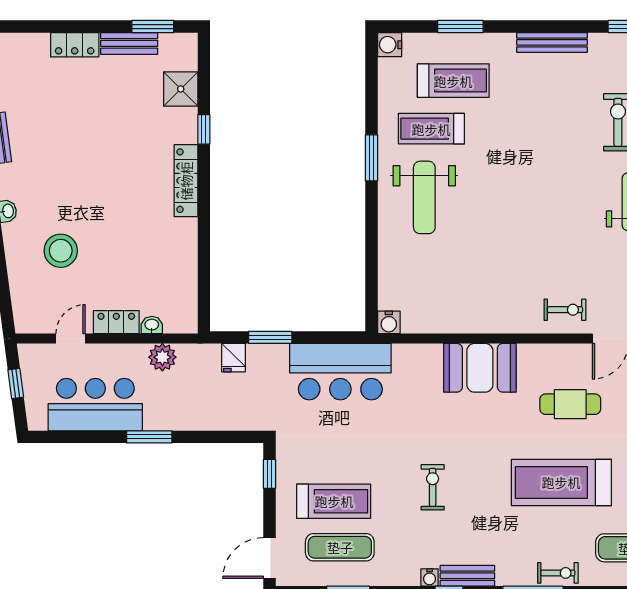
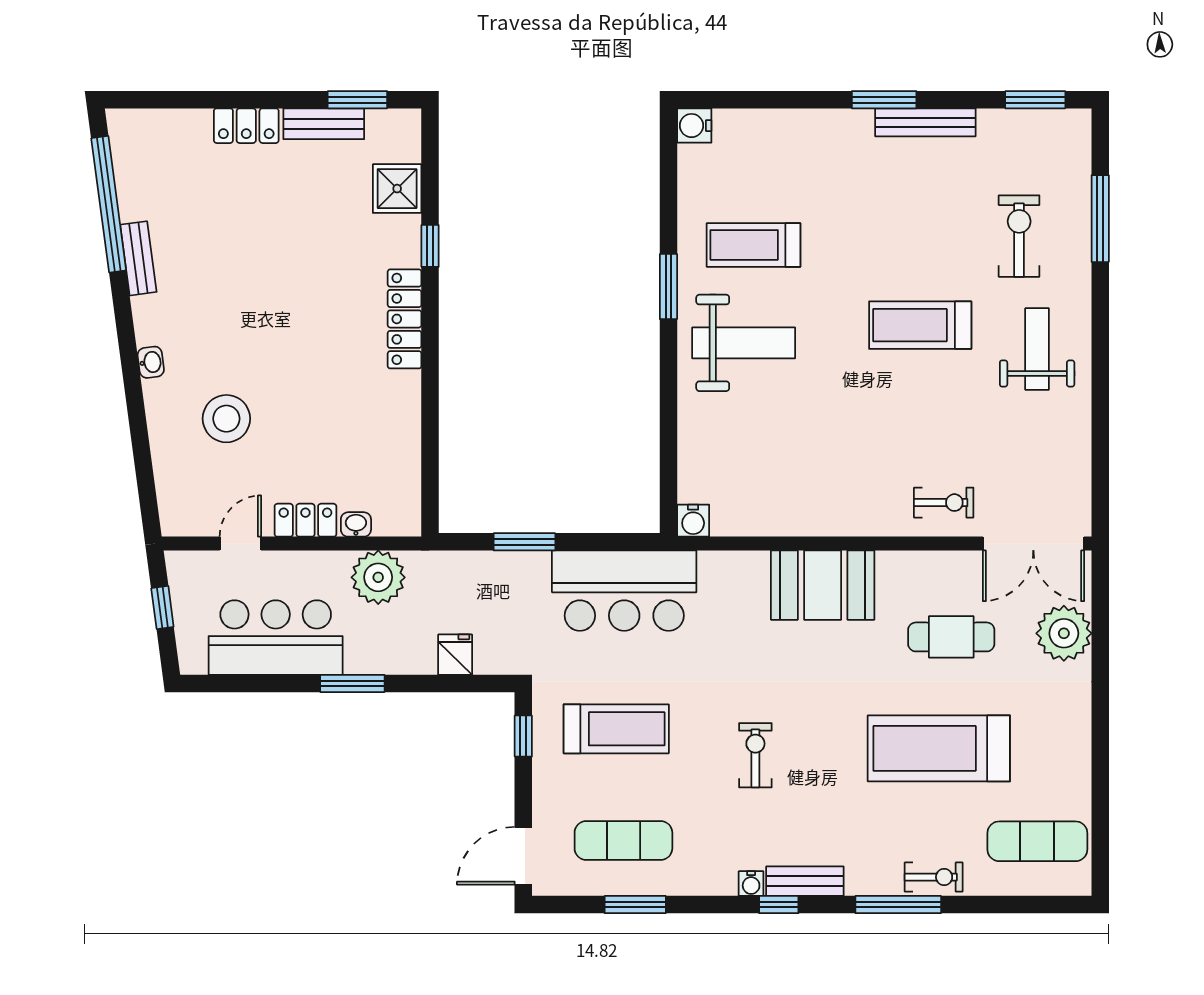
window: (460, 27) -> (884, 100), moved
treadmill: (453, 81) -> (920, 325), moved, turned 180
weight bench: (424, 197) -> (744, 343), turned -90
plant: (162, 357) -> (378, 577), width x1.36, depth x1.36
fridge: (234, 358) -> (455, 655), moved, turned 180
treadmill: (334, 501) -> (616, 729), moved

